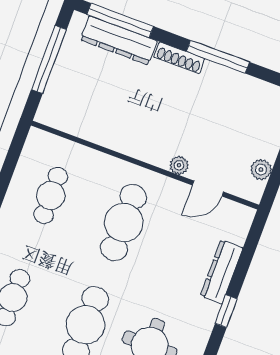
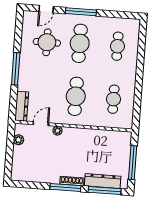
window: (218, 57) -> (65, 188), moved
dresser: (222, 272) -> (22, 106), moved
window: (226, 311) -> (16, 69), width x2.17

